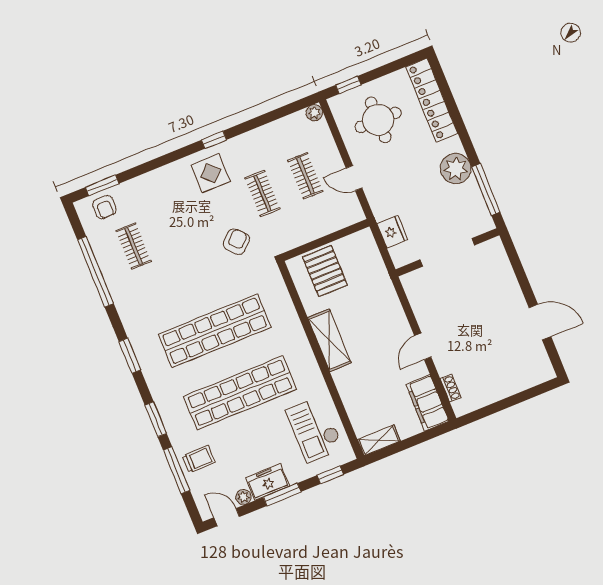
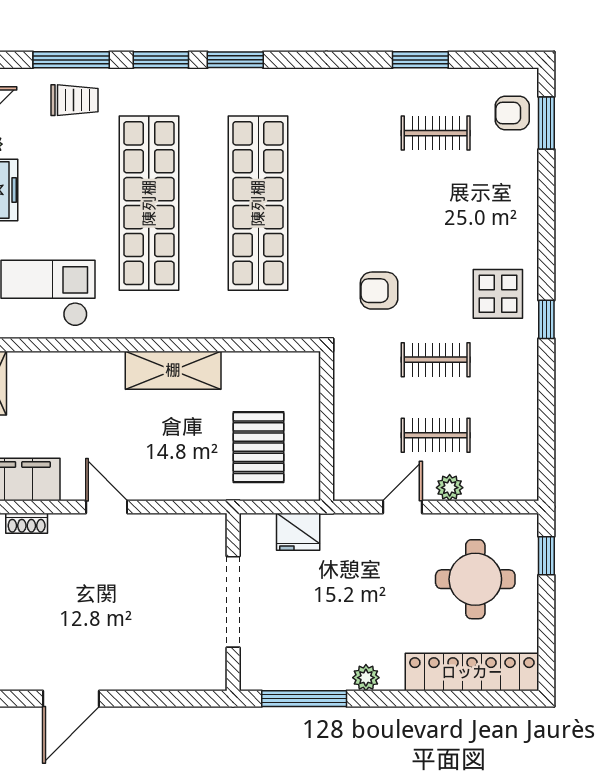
plant: (314, 113) -> (450, 488), moved
plant: (456, 169) -> (366, 678), width x0.53, depth x0.53
armchair: (236, 242) -> (379, 291), turned 133
pallet: (325, 271) -> (259, 447), moved, turned 90
window: (95, 272) -> (420, 60), width x0.47
window: (130, 356) -> (235, 60), moved
trolley: (199, 459) -> (74, 100), turned -90

